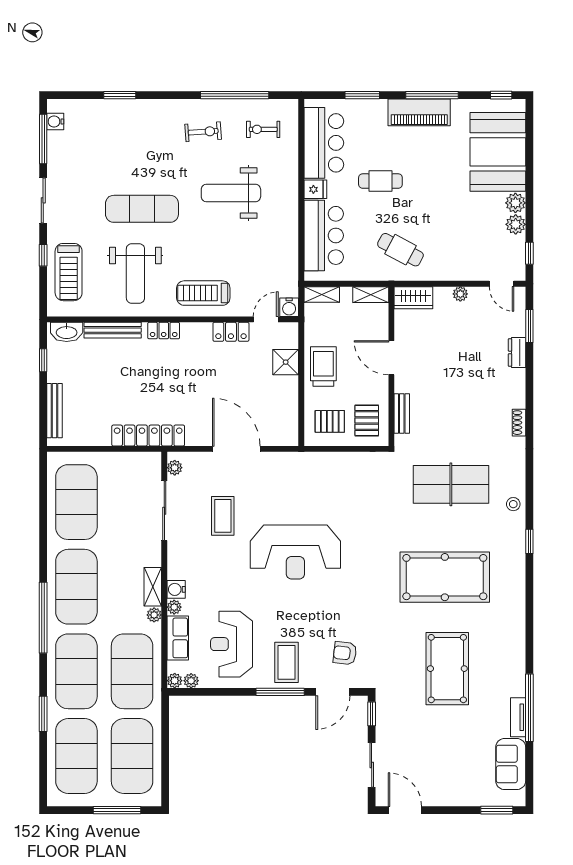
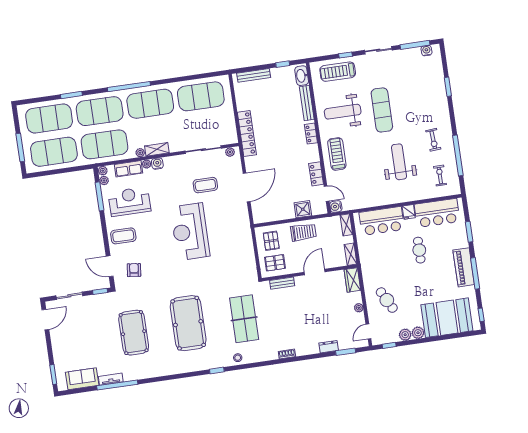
cafe table: (400, 250) -> (387, 300), moved, turned -56
pool table: (447, 669) -> (134, 333), turned 90
window: (280, 692) -> (100, 196), moved

